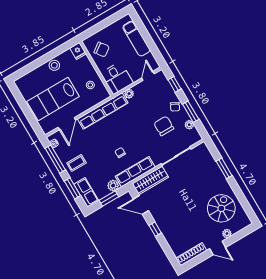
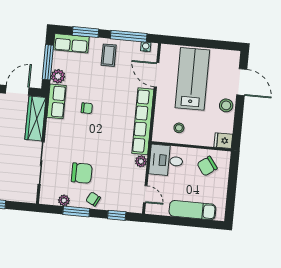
door: (32, 66) -> (242, 82), added
row of seats: (135, 172) -> (56, 101), width x0.68
window: (109, 198) -> (48, 62), width x1.44

